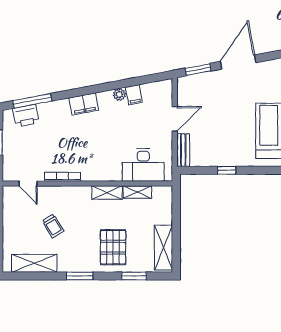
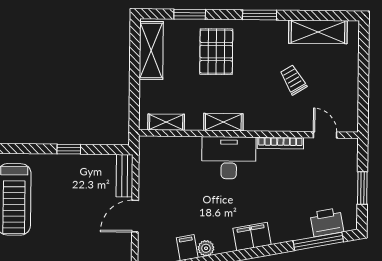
desk: (143, 165) -> (229, 158), moved
shelving: (137, 192) -> (166, 122), moved

